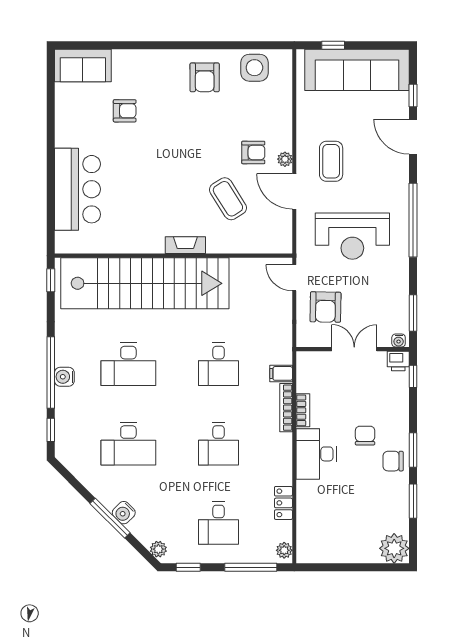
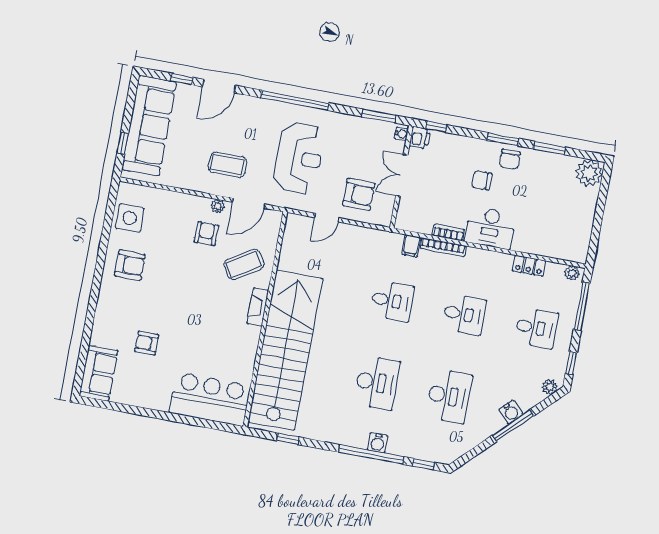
armchair: (125, 111) -> (147, 343), turned -90
fireplace: (185, 245) -> (258, 307), moved
wall: (173, 256) -> (265, 319), moved
stairs: (145, 283) -> (285, 350), moved

